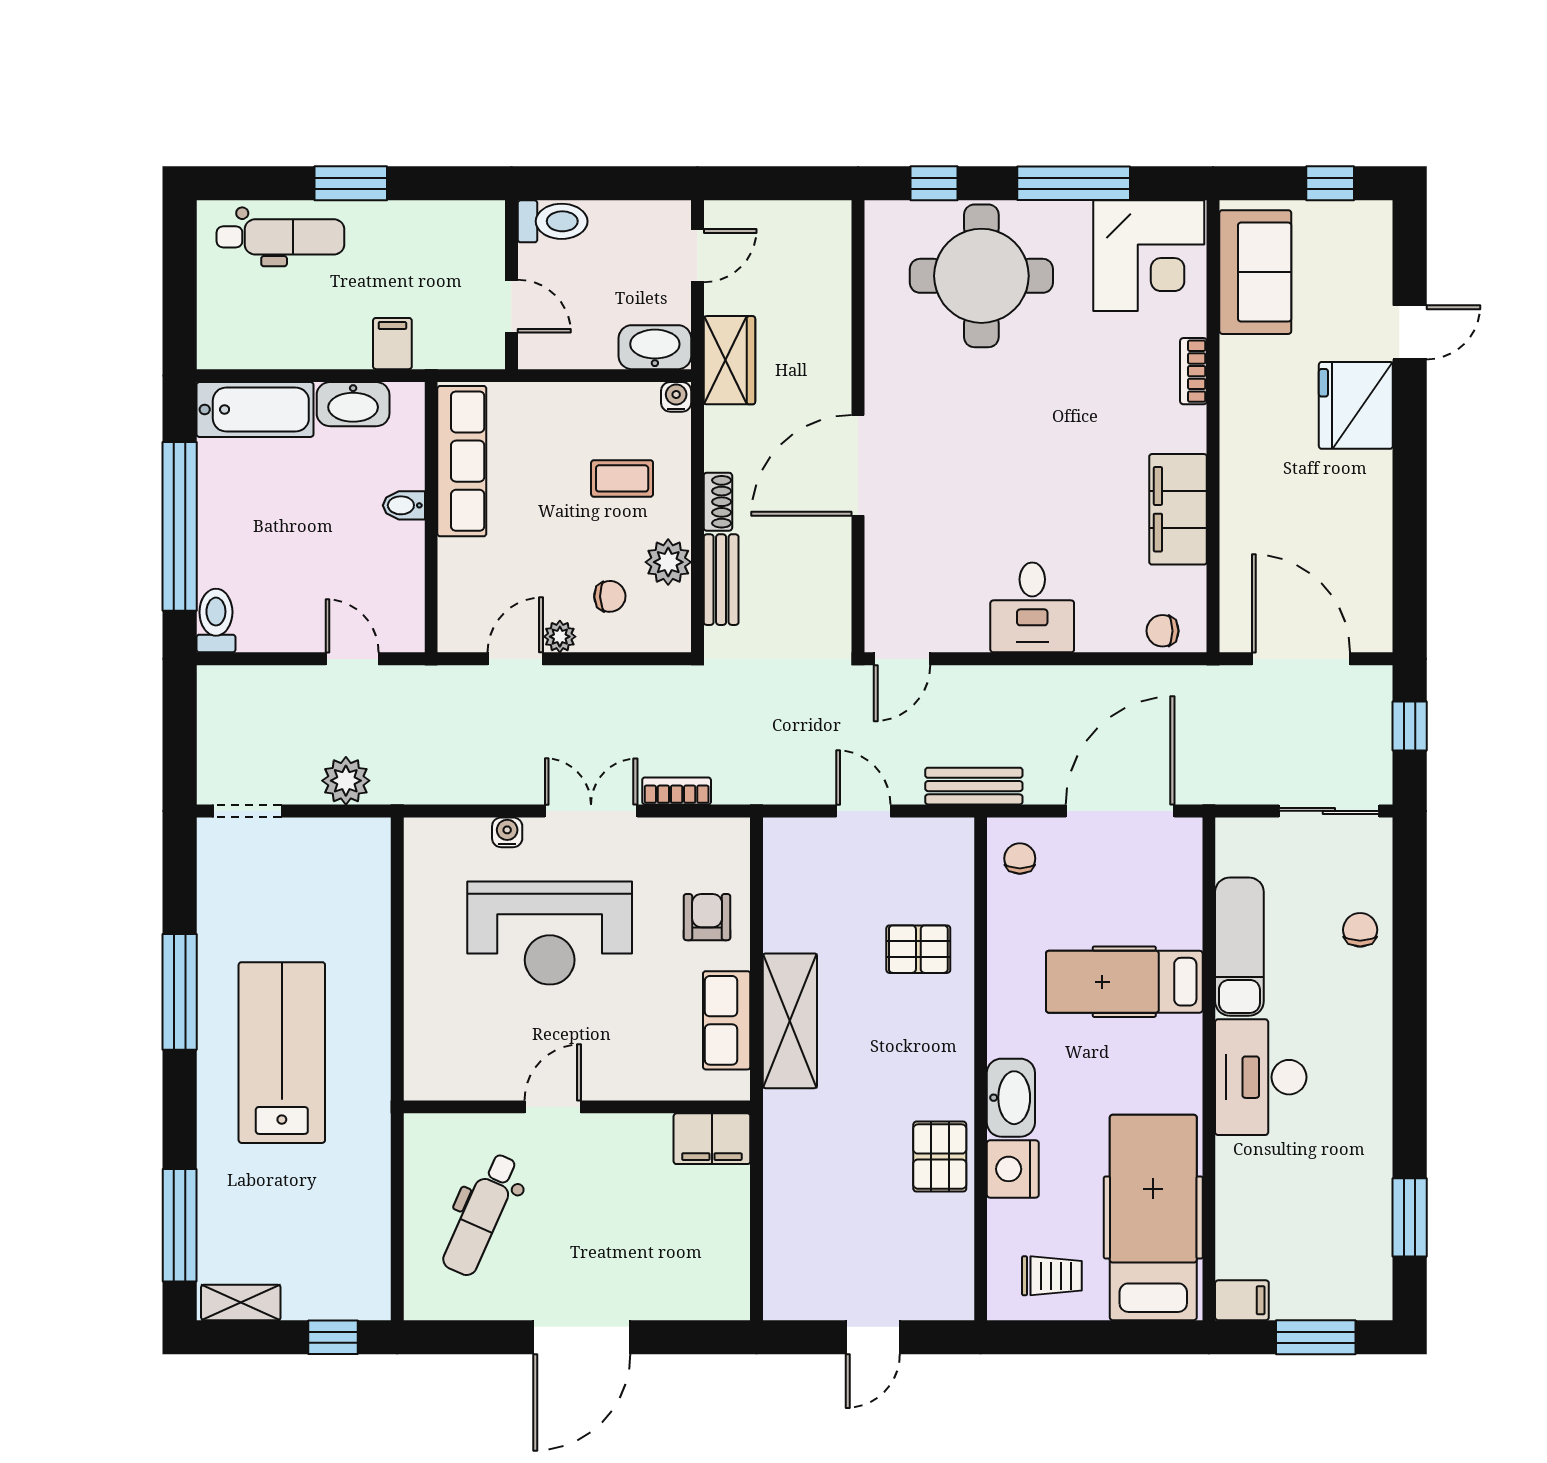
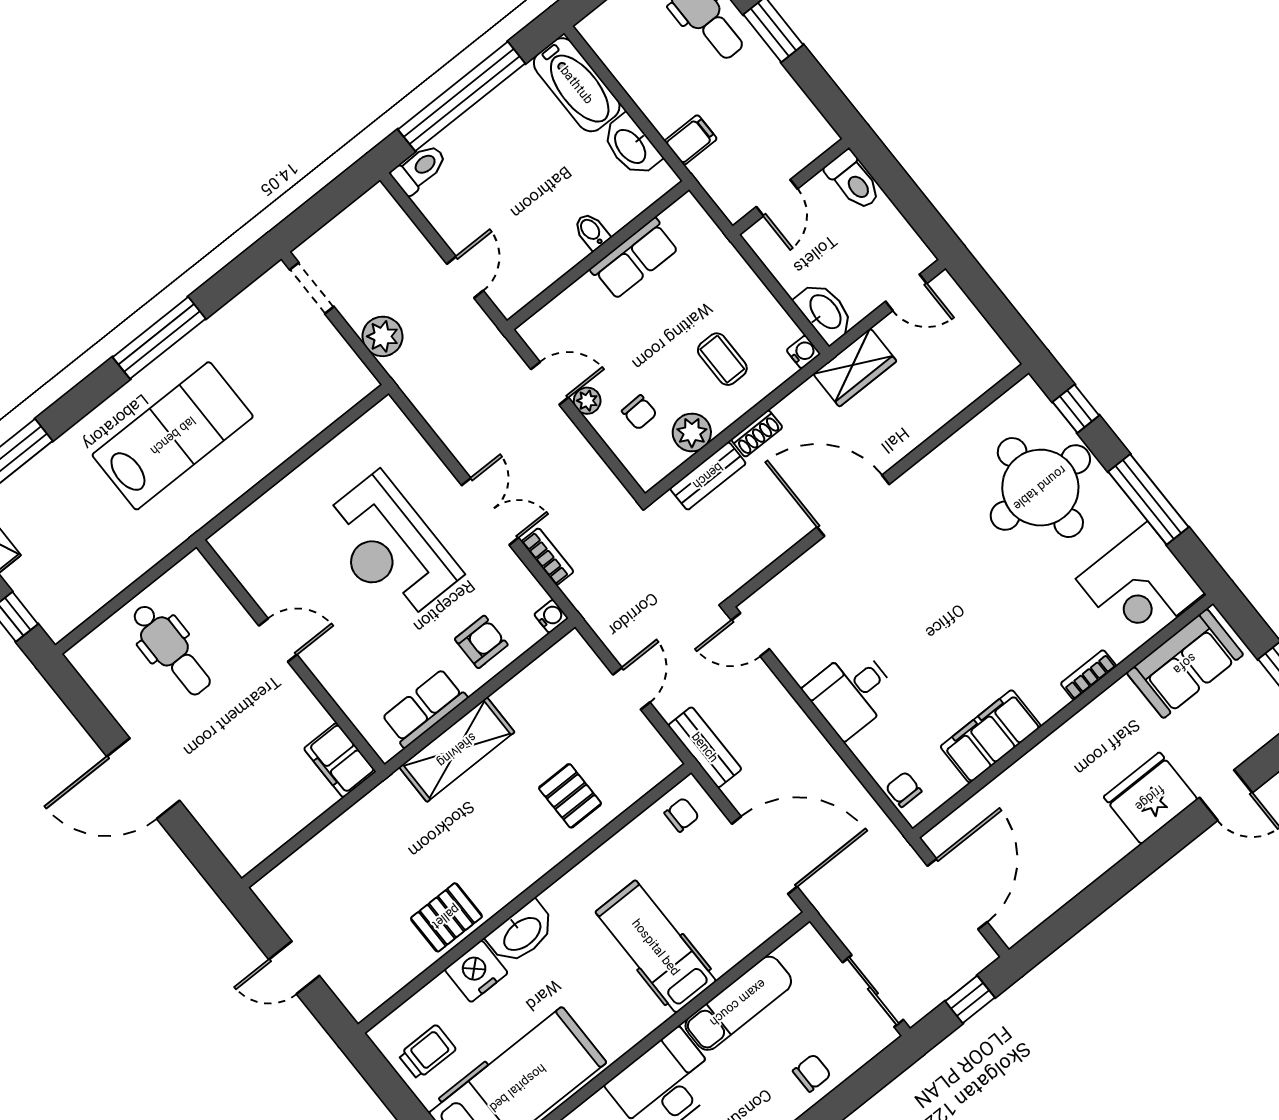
row of seats: (462, 461) -> (635, 259), width x0.68
water cooler: (507, 832) -> (551, 616), moved
dental chair: (481, 1214) -> (171, 649), turned -114
trolley: (1052, 1276) -> (427, 1052), turned -90

